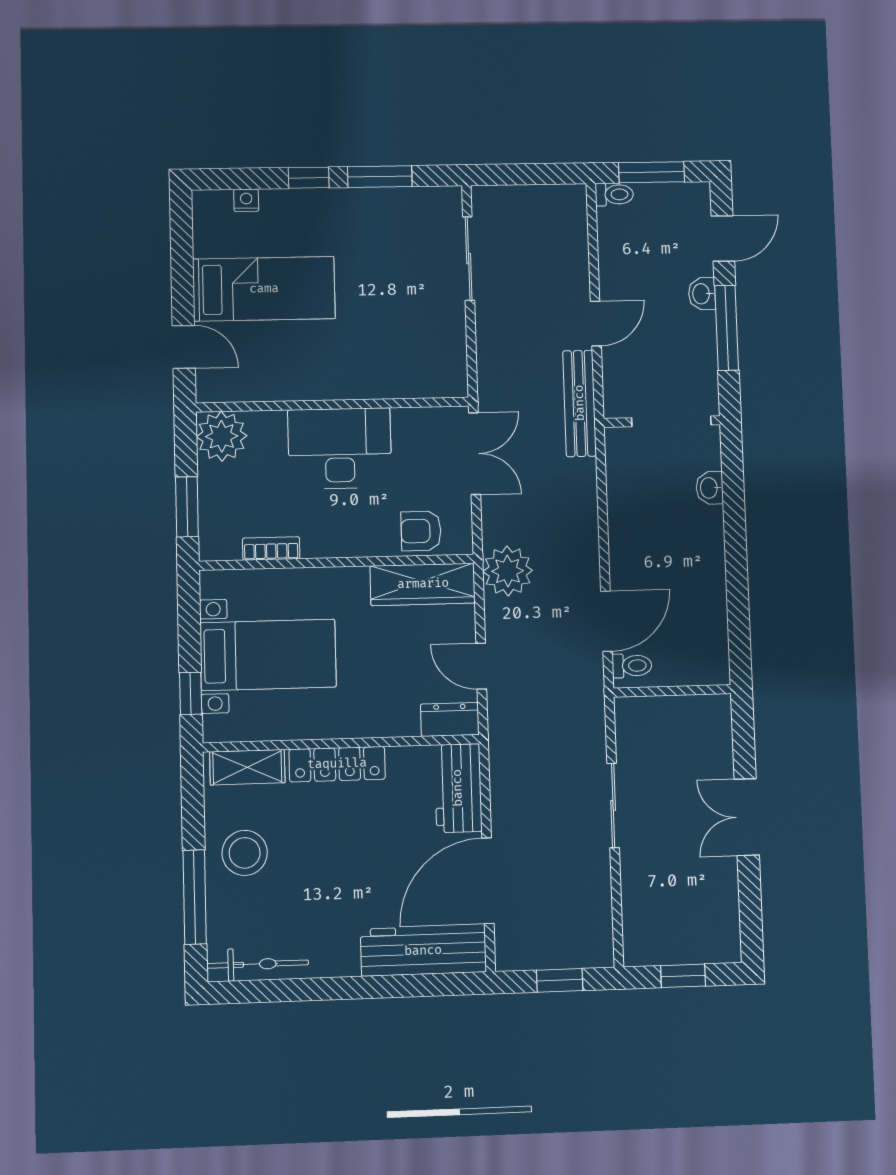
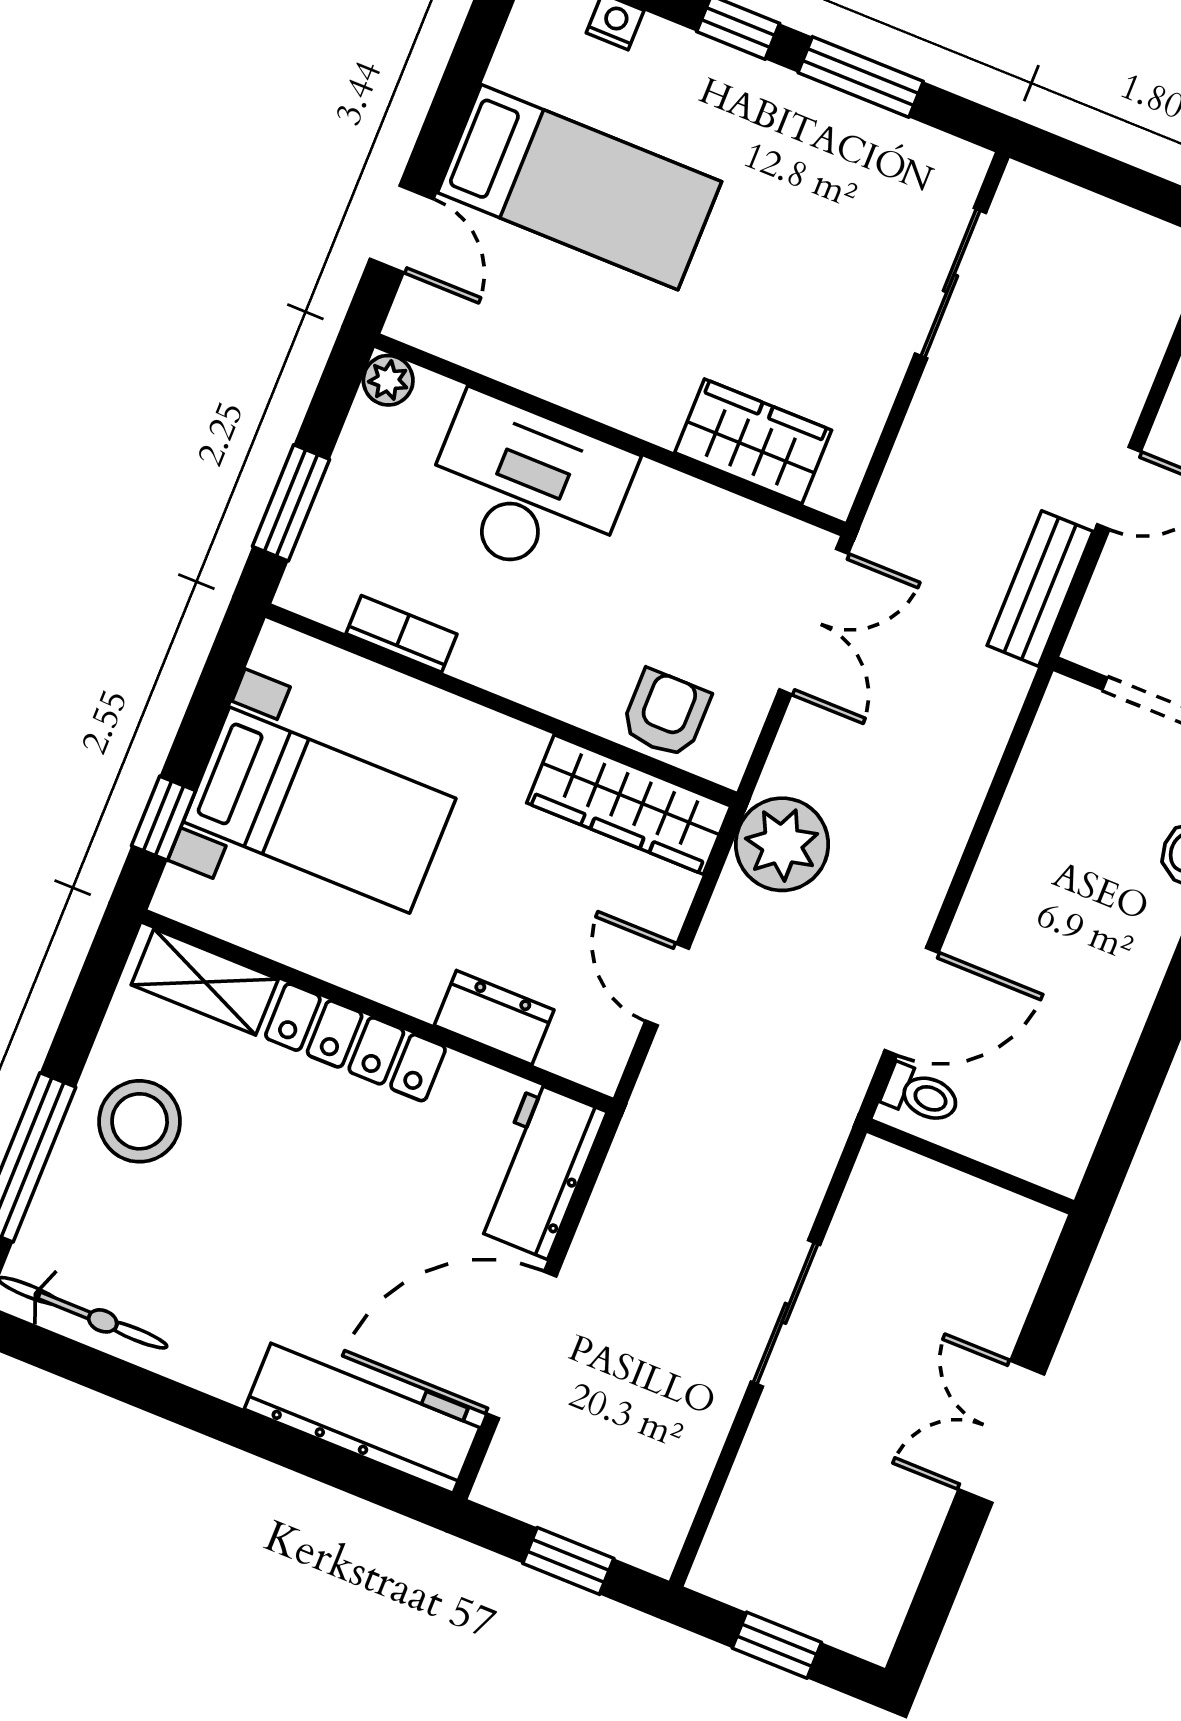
wardrobe: (405, 377) -> (753, 441), added
bench: (580, 403) -> (1040, 588), width x0.73
plant: (222, 436) -> (388, 380), width x0.53, depth x0.53
desk: (340, 448) -> (527, 489), moved
armchair: (421, 531) -> (666, 713), turned 90
dresser: (450, 719) -> (494, 1018), moved

